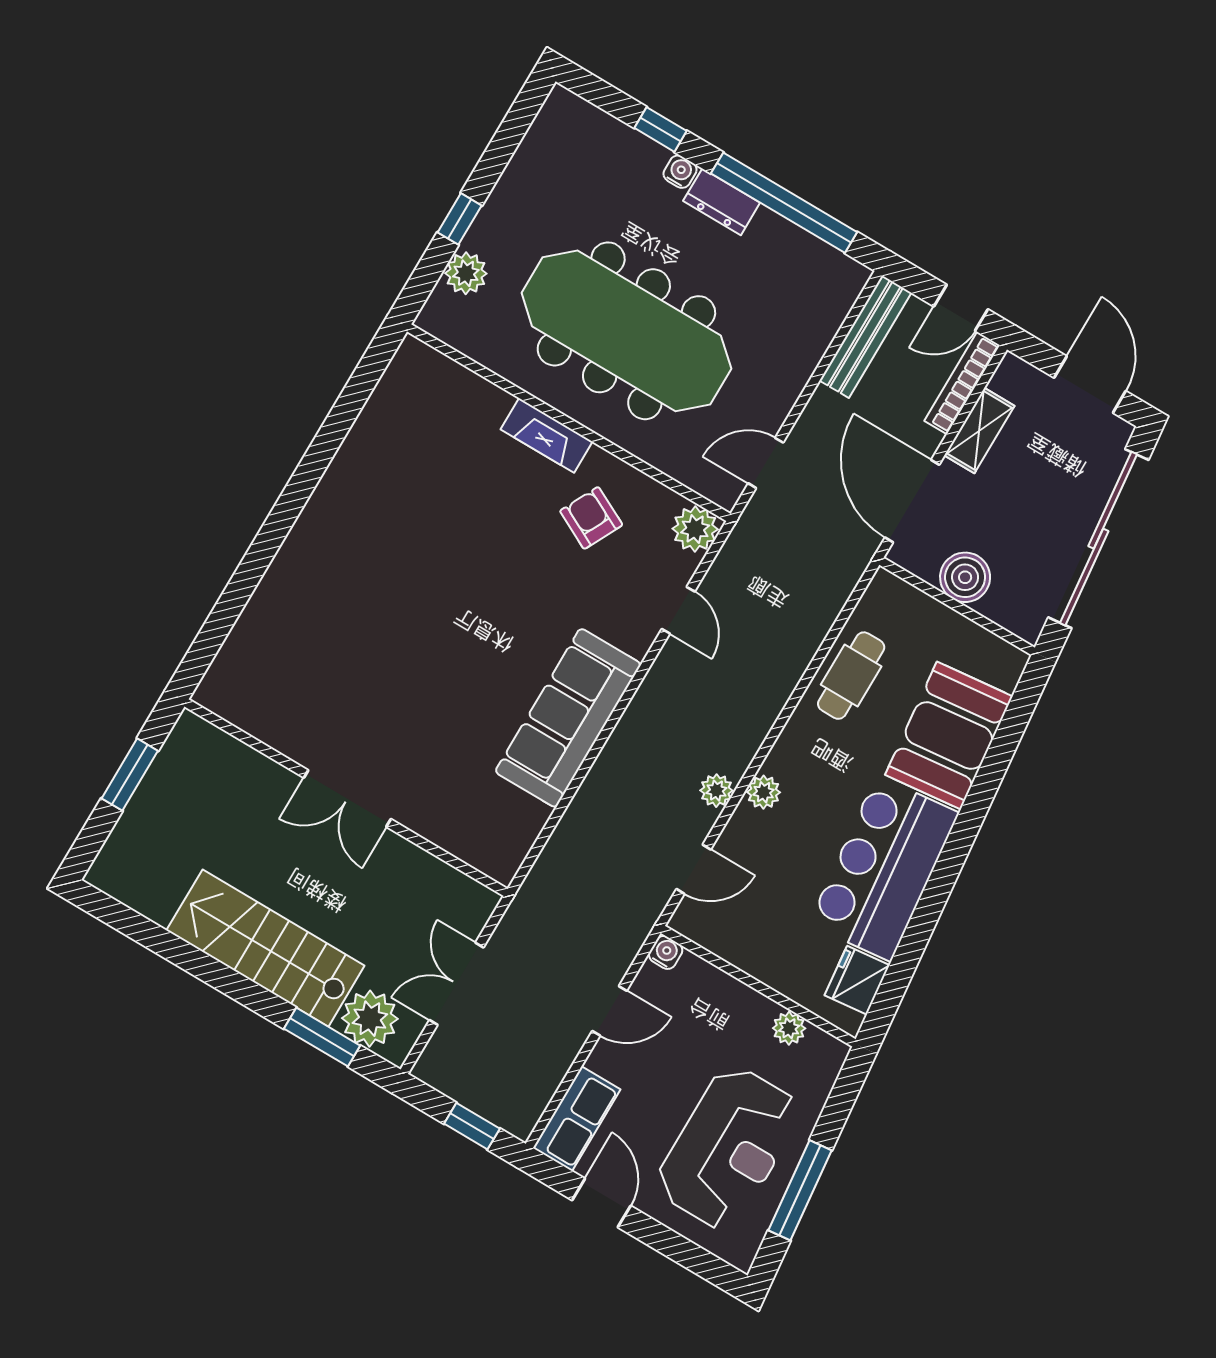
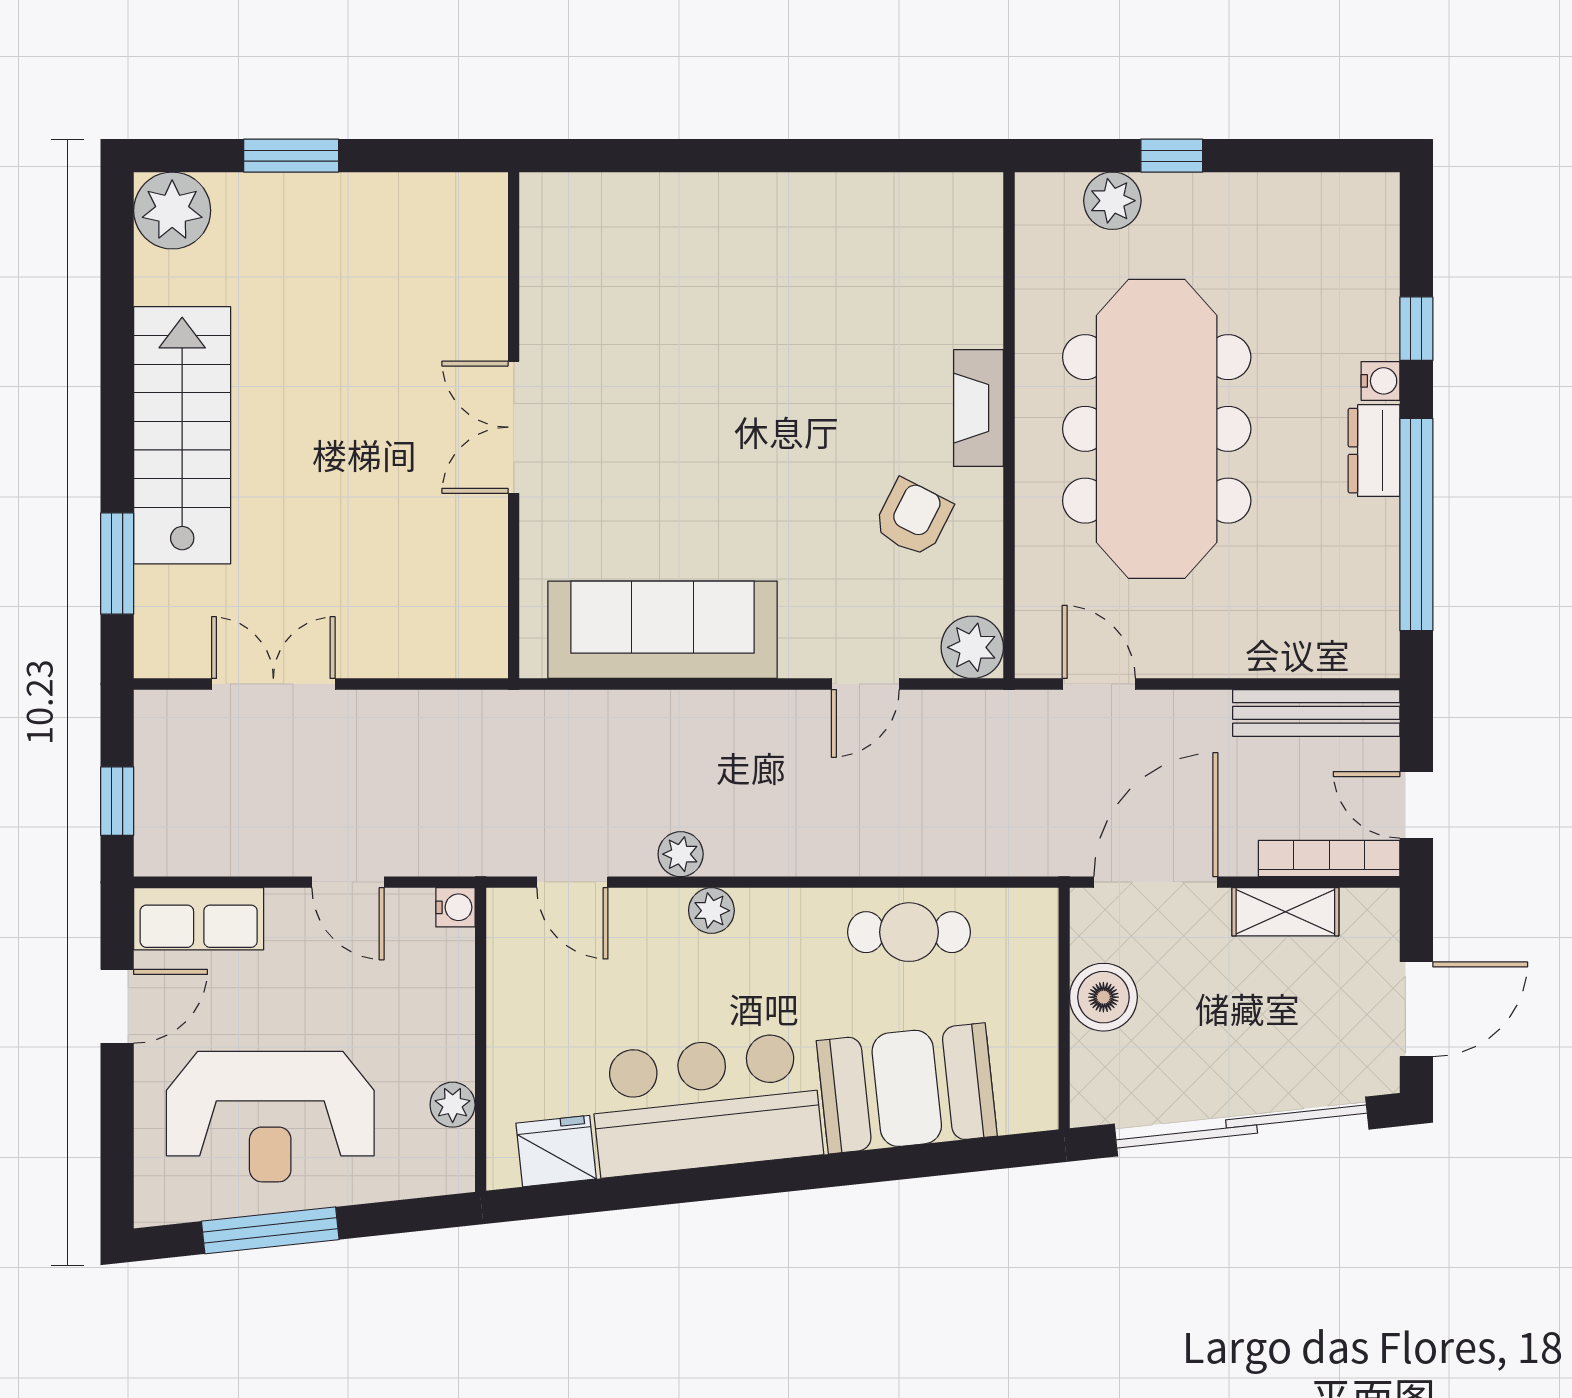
wall: (346, 798) -> (514, 425), moved
double door: (347, 798) -> (514, 427), moved
plant: (370, 1019) -> (172, 211), moved

